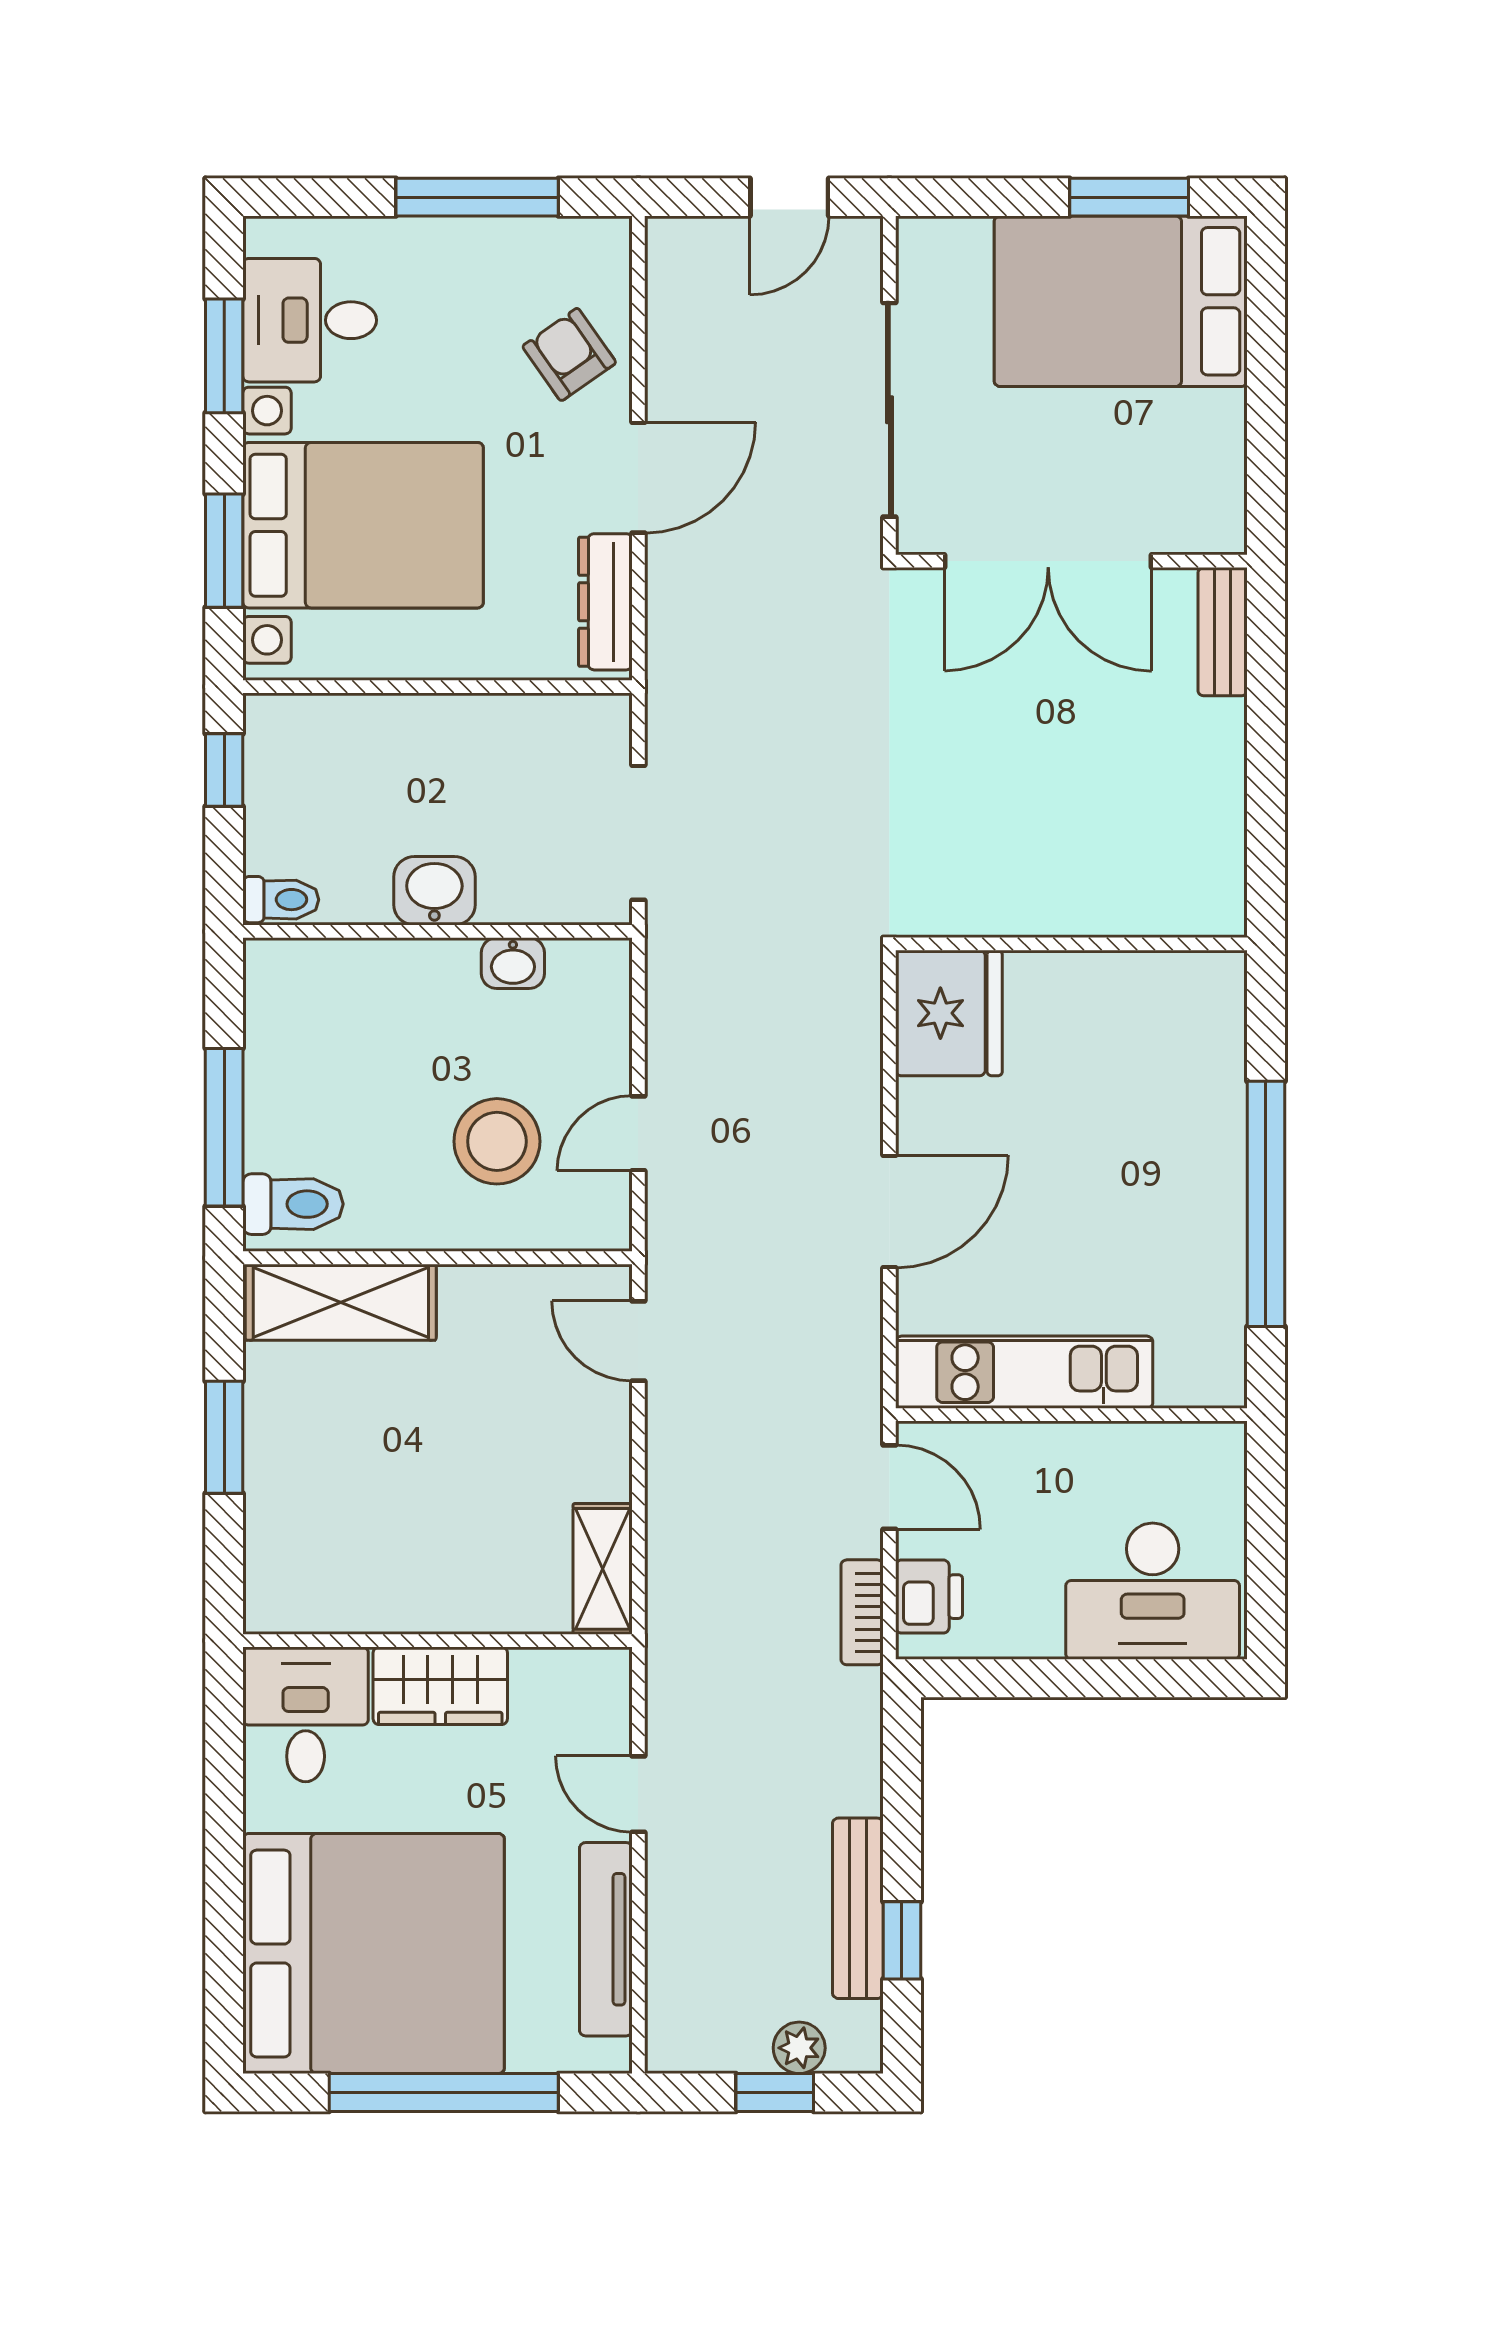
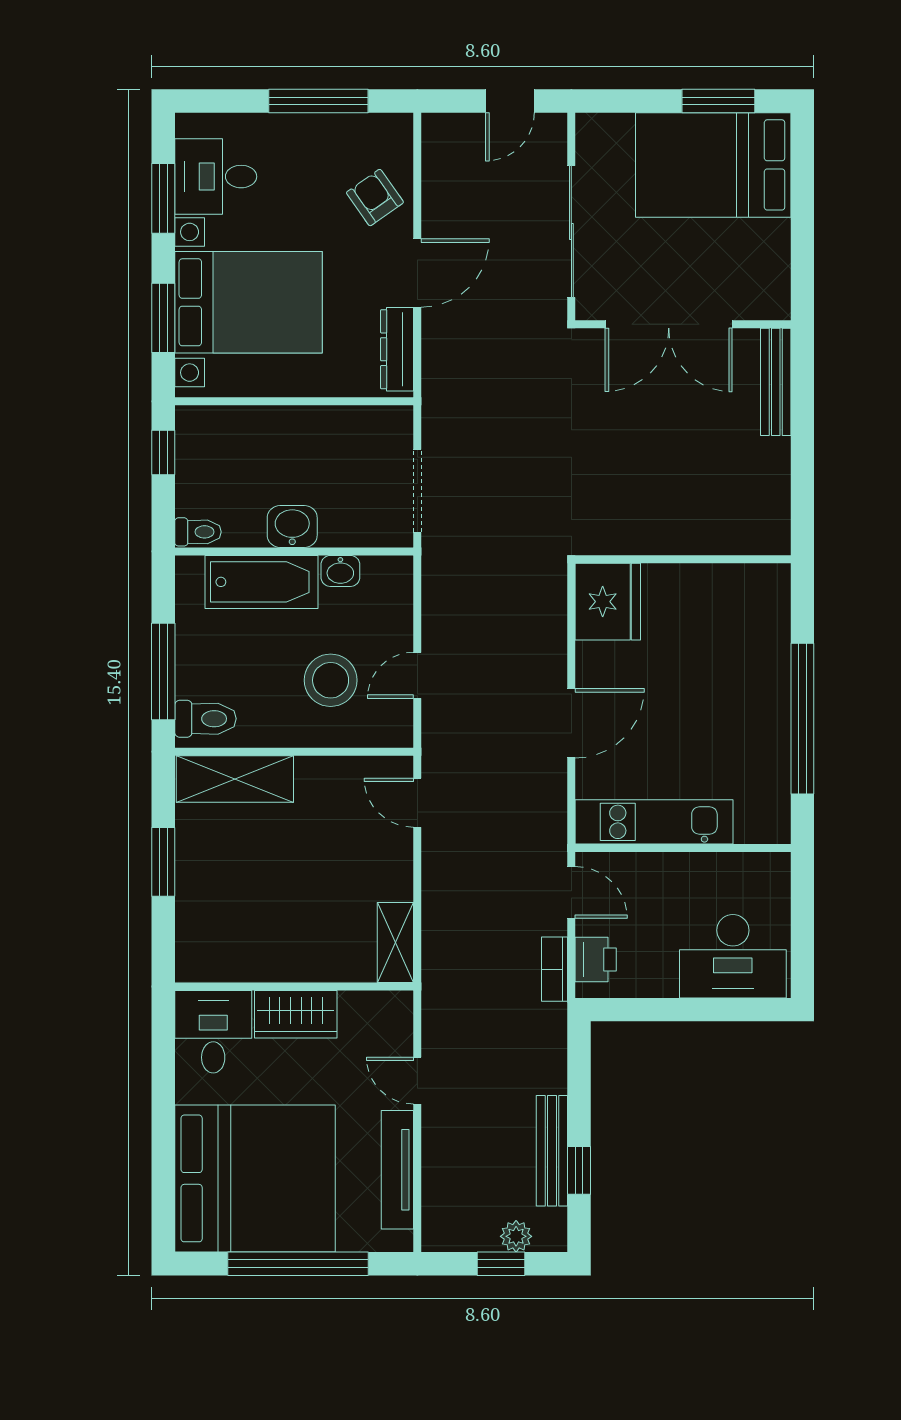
bench: (1223, 632) -> (776, 382), width x1.36
bathtub: (384, 981) -> (262, 582), added

